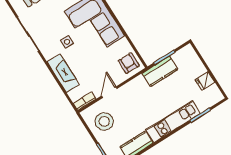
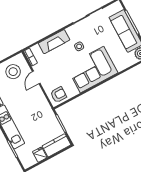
kitchen counter: (160, 71) -> (56, 145), moved, turned 90
door: (109, 92) -> (36, 77), swing flipped

